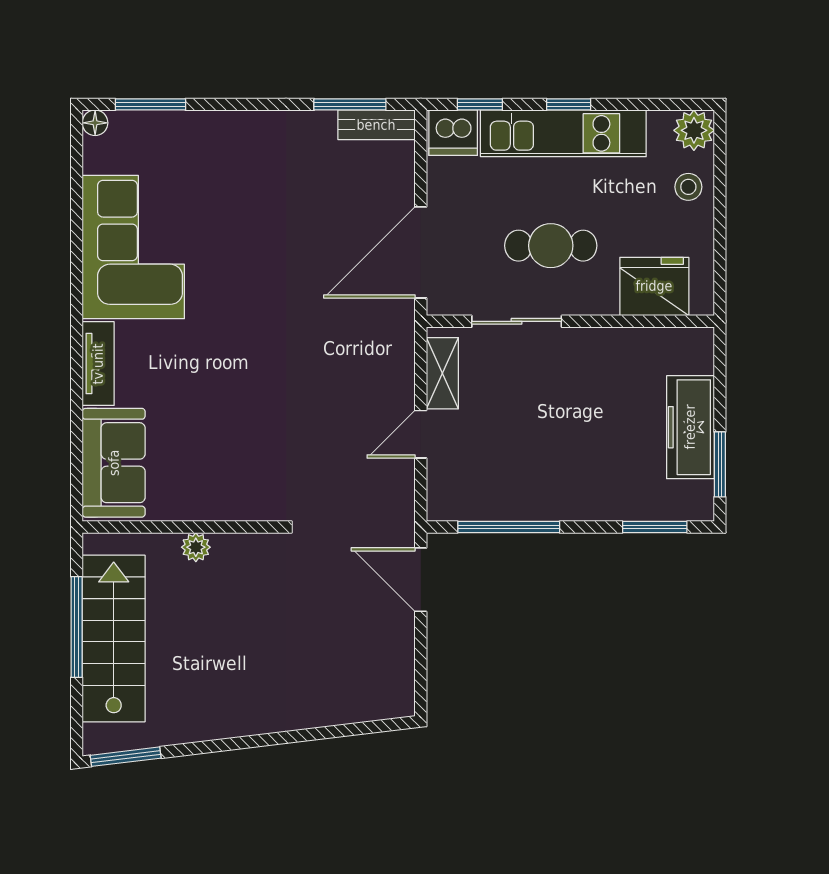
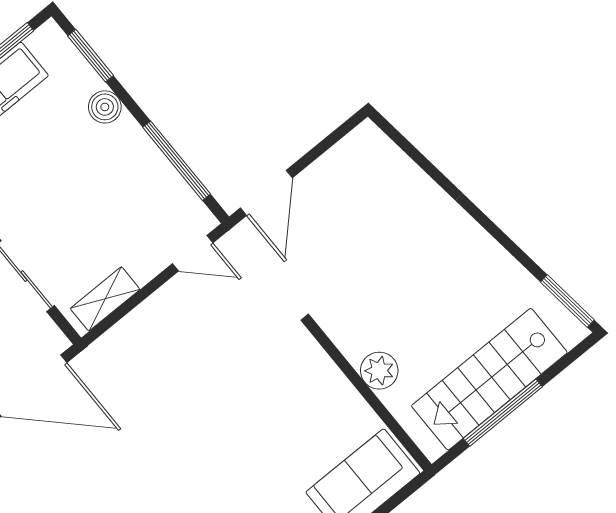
door: (421, 434) -> (193, 253), moved
boiler: (602, 504) -> (105, 107), added
plant: (196, 547) -> (379, 371), width x1.38, depth x1.38

